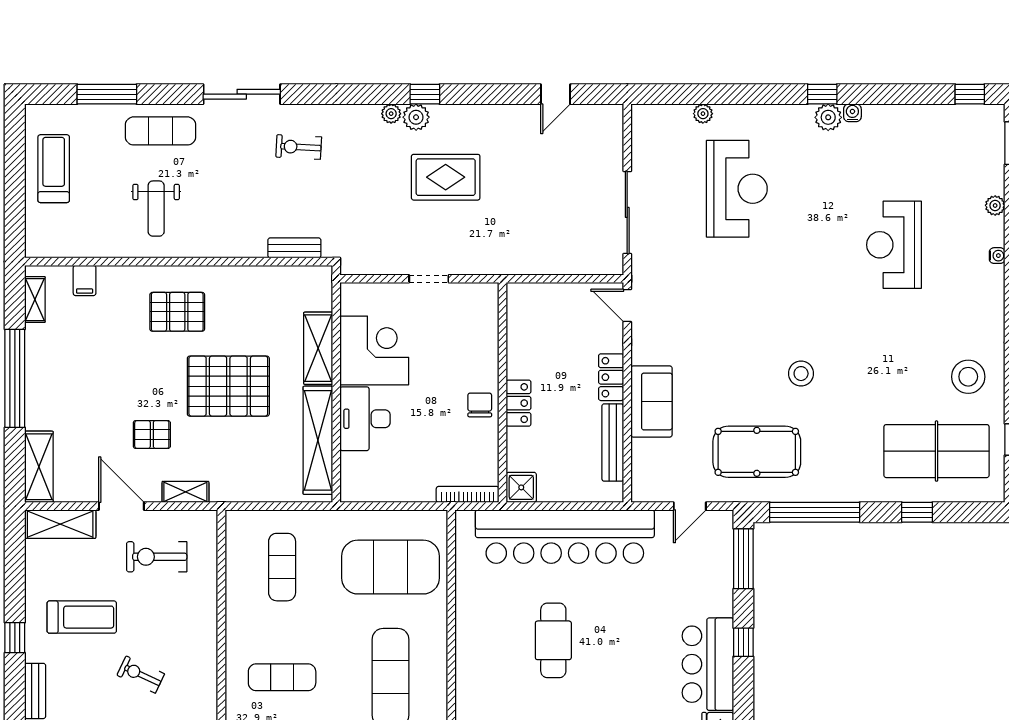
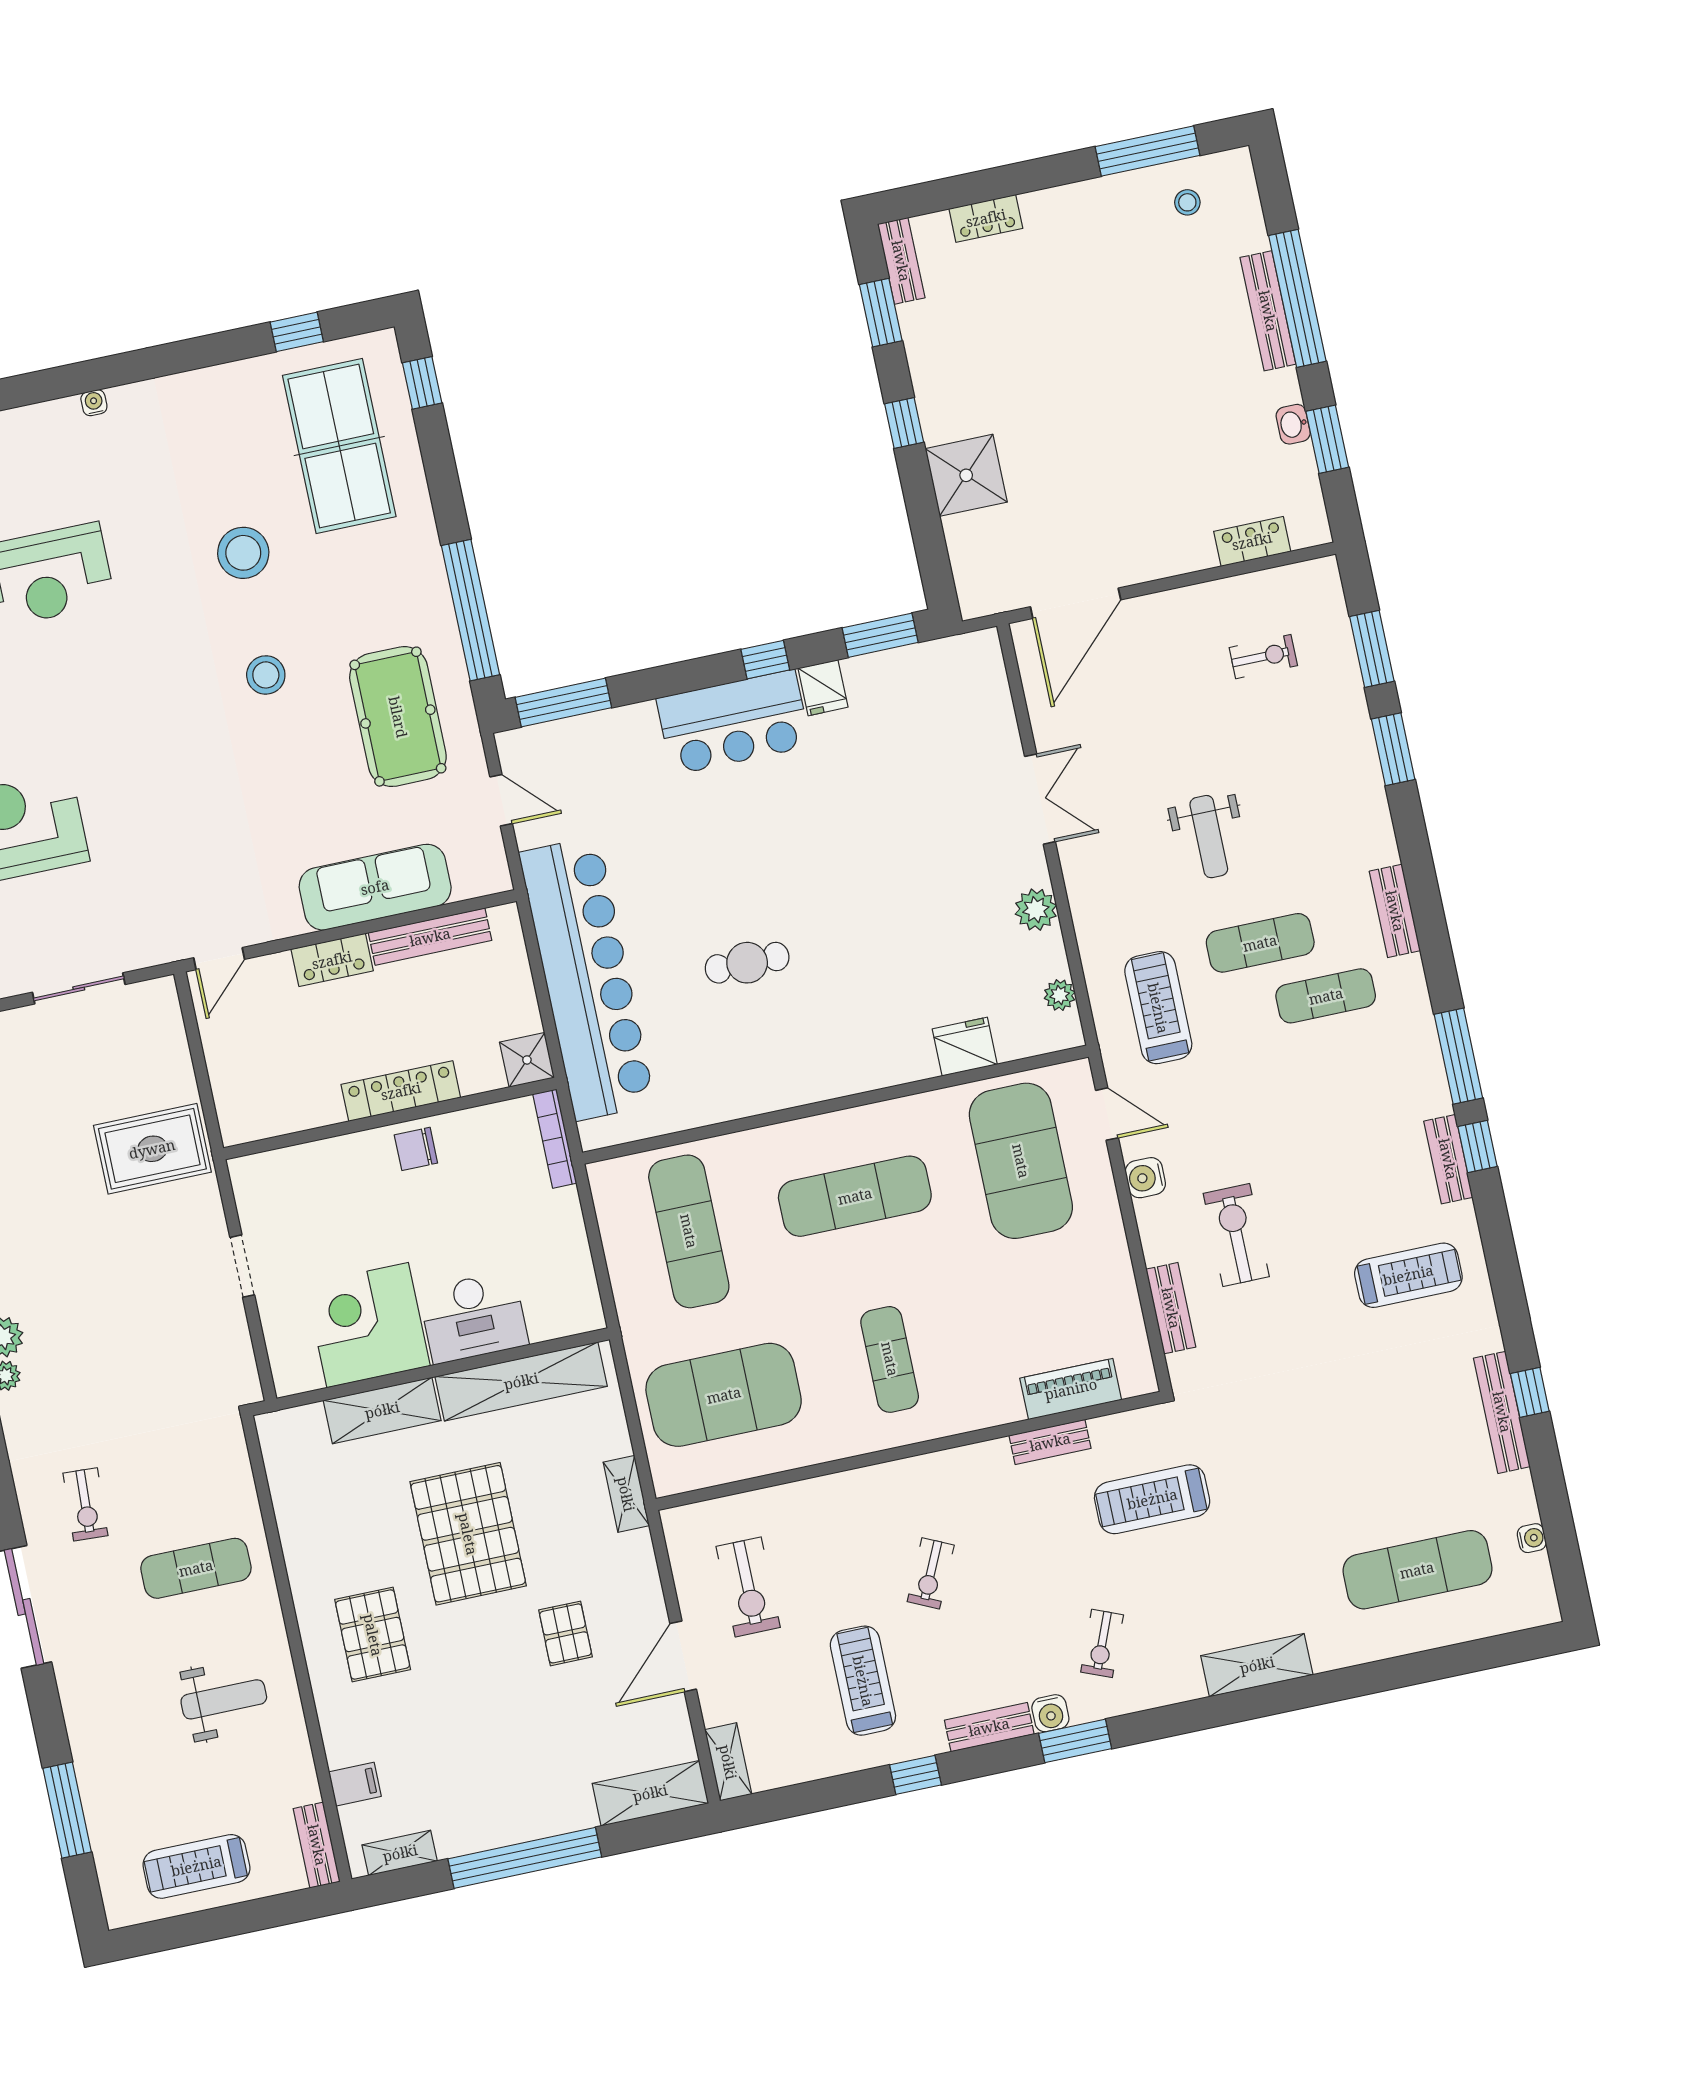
exercise mat: (161, 131) -> (196, 1568), moved, turned 90
rug: (446, 177) -> (152, 1149), moved, turned 90
sliding door: (627, 212) -> (79, 988), width x0.73
bench: (294, 248) -> (317, 1845), moved
water cooler: (997, 256) -> (94, 403), moved
stool: (968, 377) -> (243, 553), moved
sofa: (651, 401) -> (375, 887), width x1.36
locker: (519, 403) -> (401, 1091), width x1.53
shelving: (185, 492) -> (626, 1494), moved
window: (917, 512) -> (422, 383), moved
shelving: (60, 524) -> (728, 1762), width x0.67, depth x0.75
exercise mat: (282, 567) -> (724, 1395), width x2.00, depth x1.45
exercise mat: (390, 567) -> (689, 1231), width x0.68
cafe table: (553, 640) -> (747, 963), width x0.73, depth x0.74
window: (743, 642) -> (765, 660), moved

